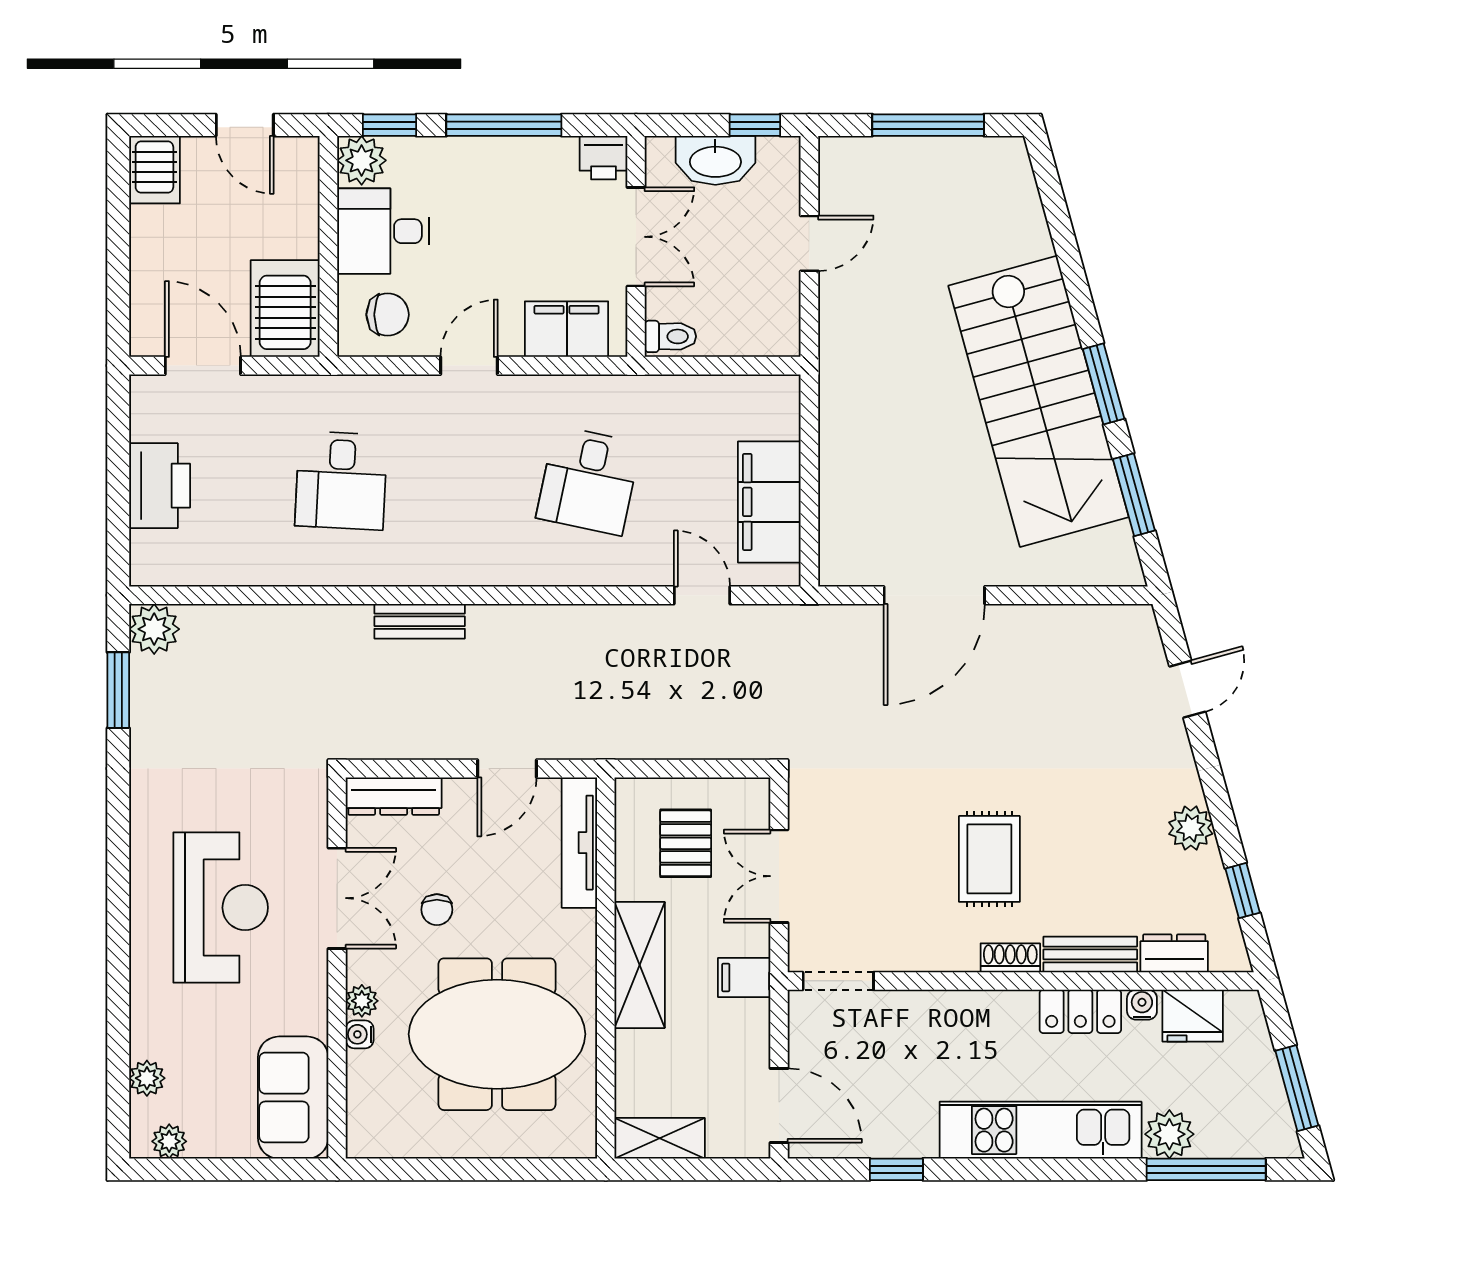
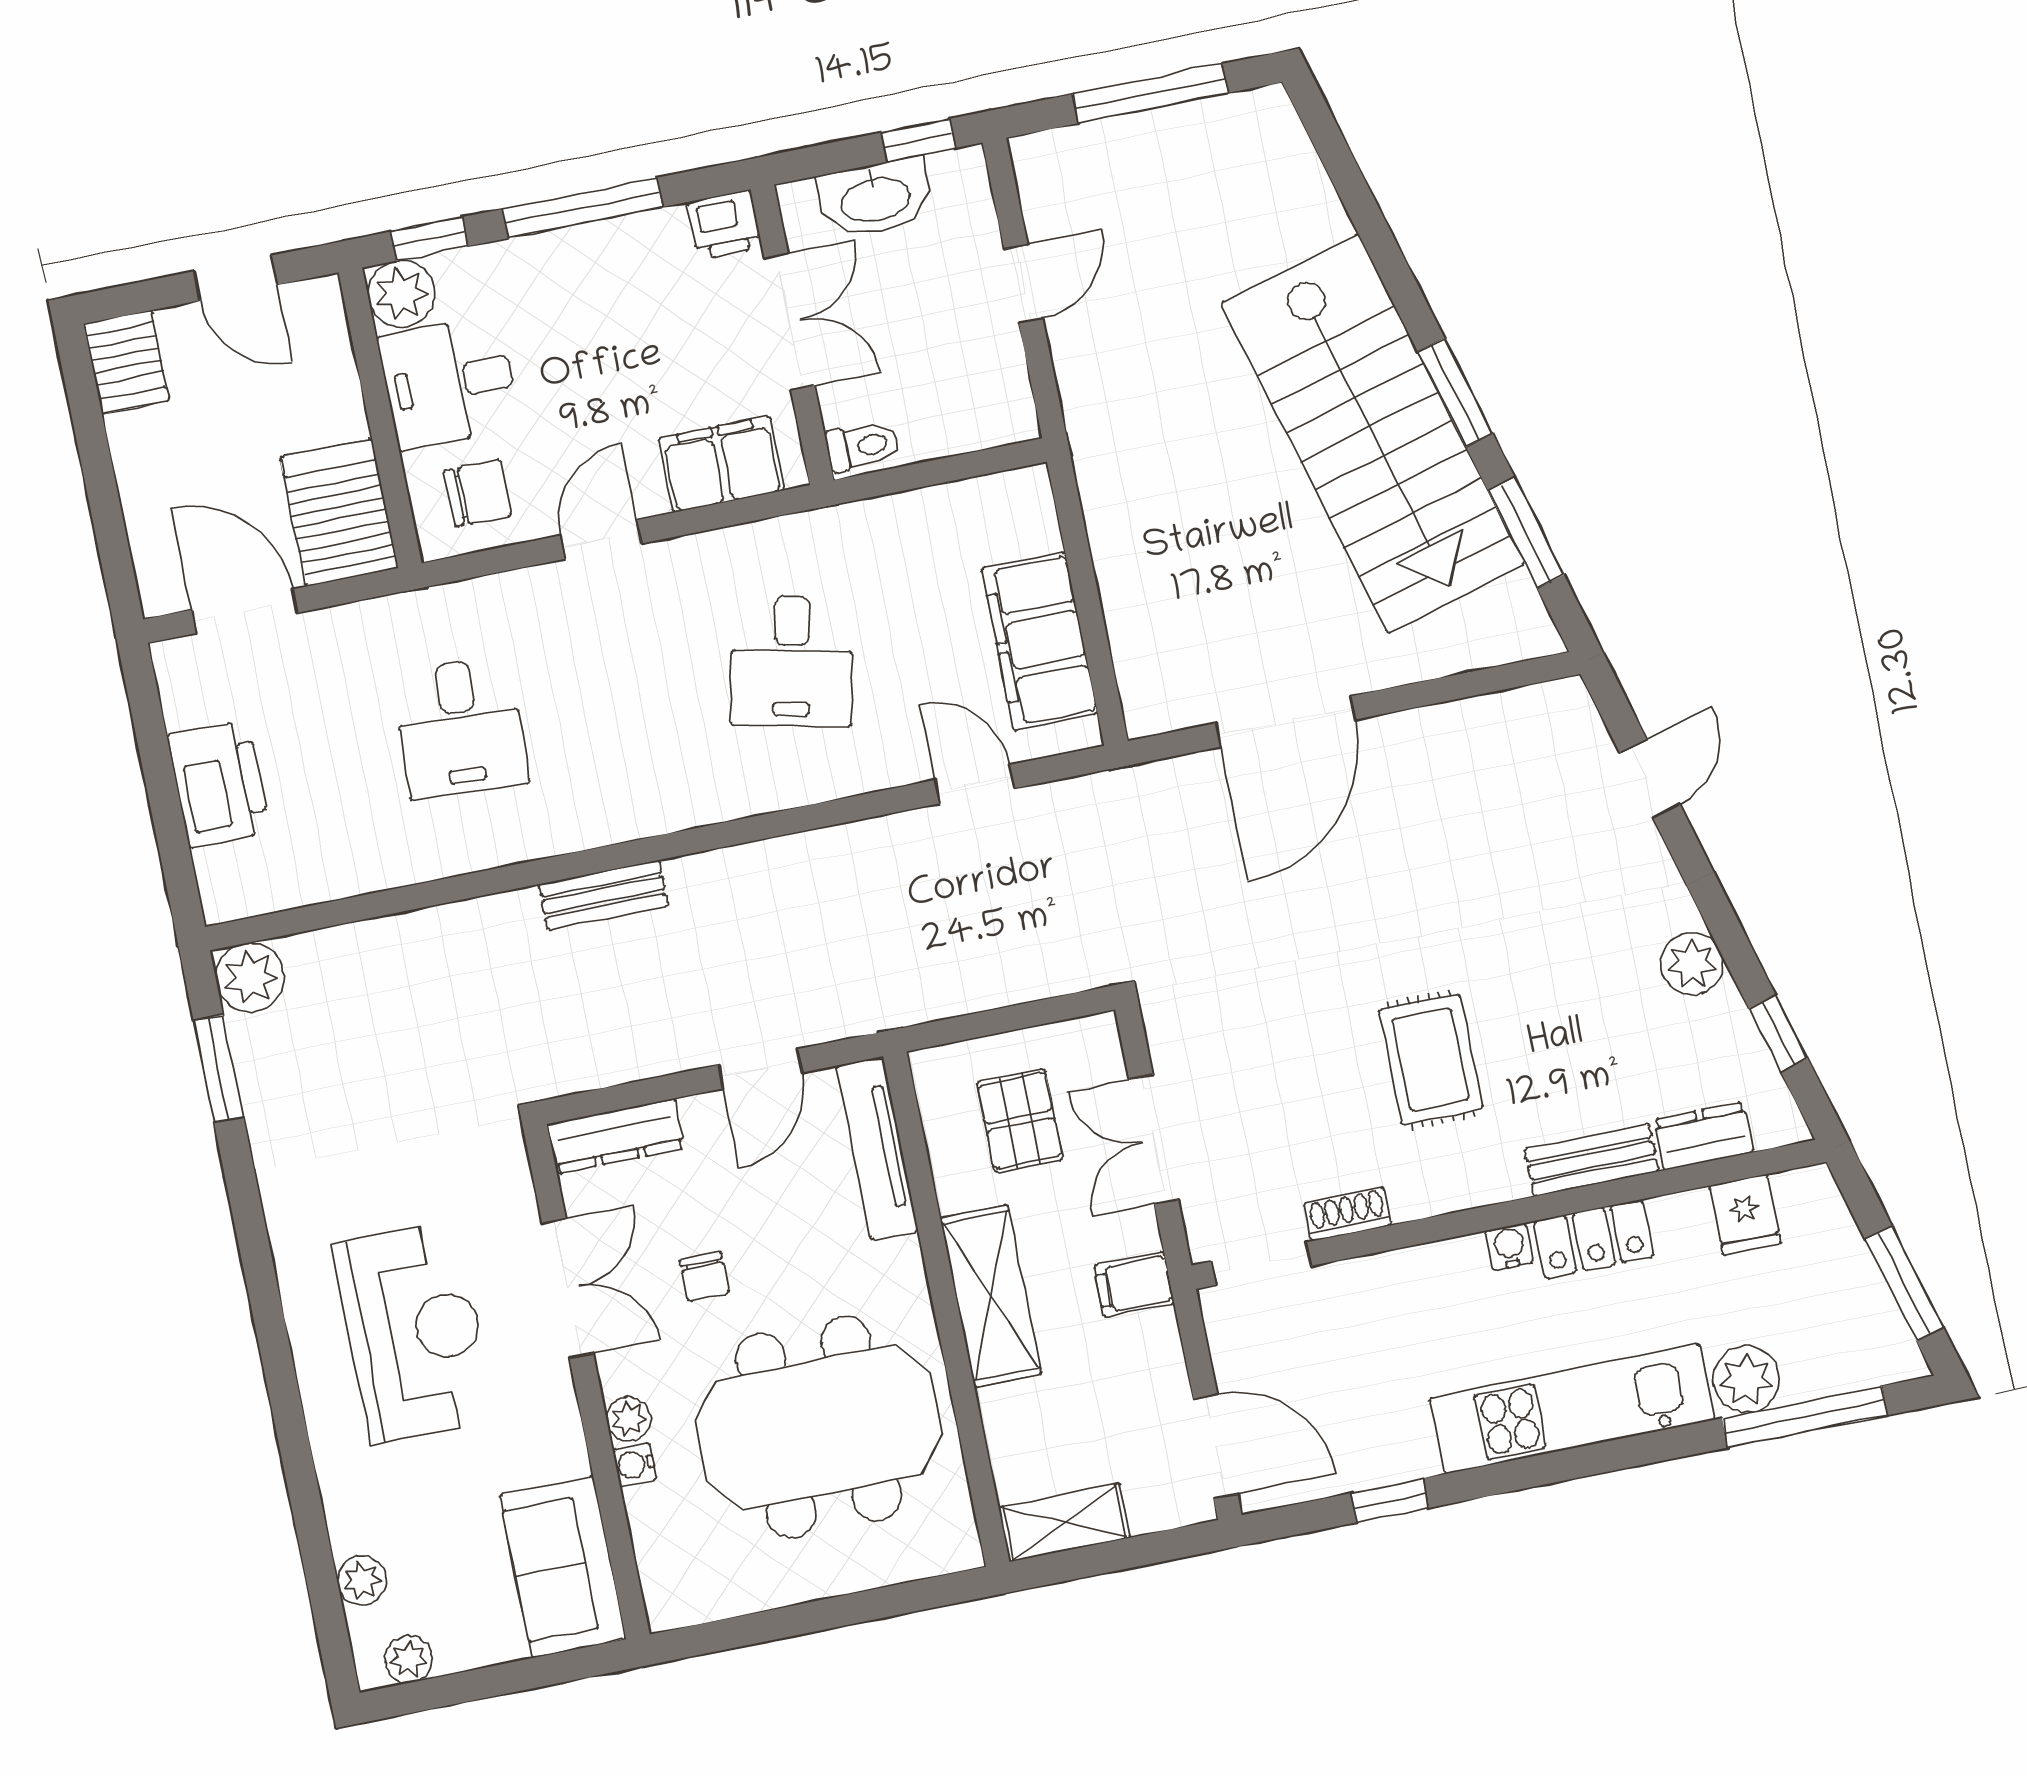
shoe rack: (1010, 958) -> (1347, 1214), moved
water cooler: (1142, 1005) -> (1509, 1247), moved
fridge: (1193, 1016) -> (1745, 1214), width x0.72

